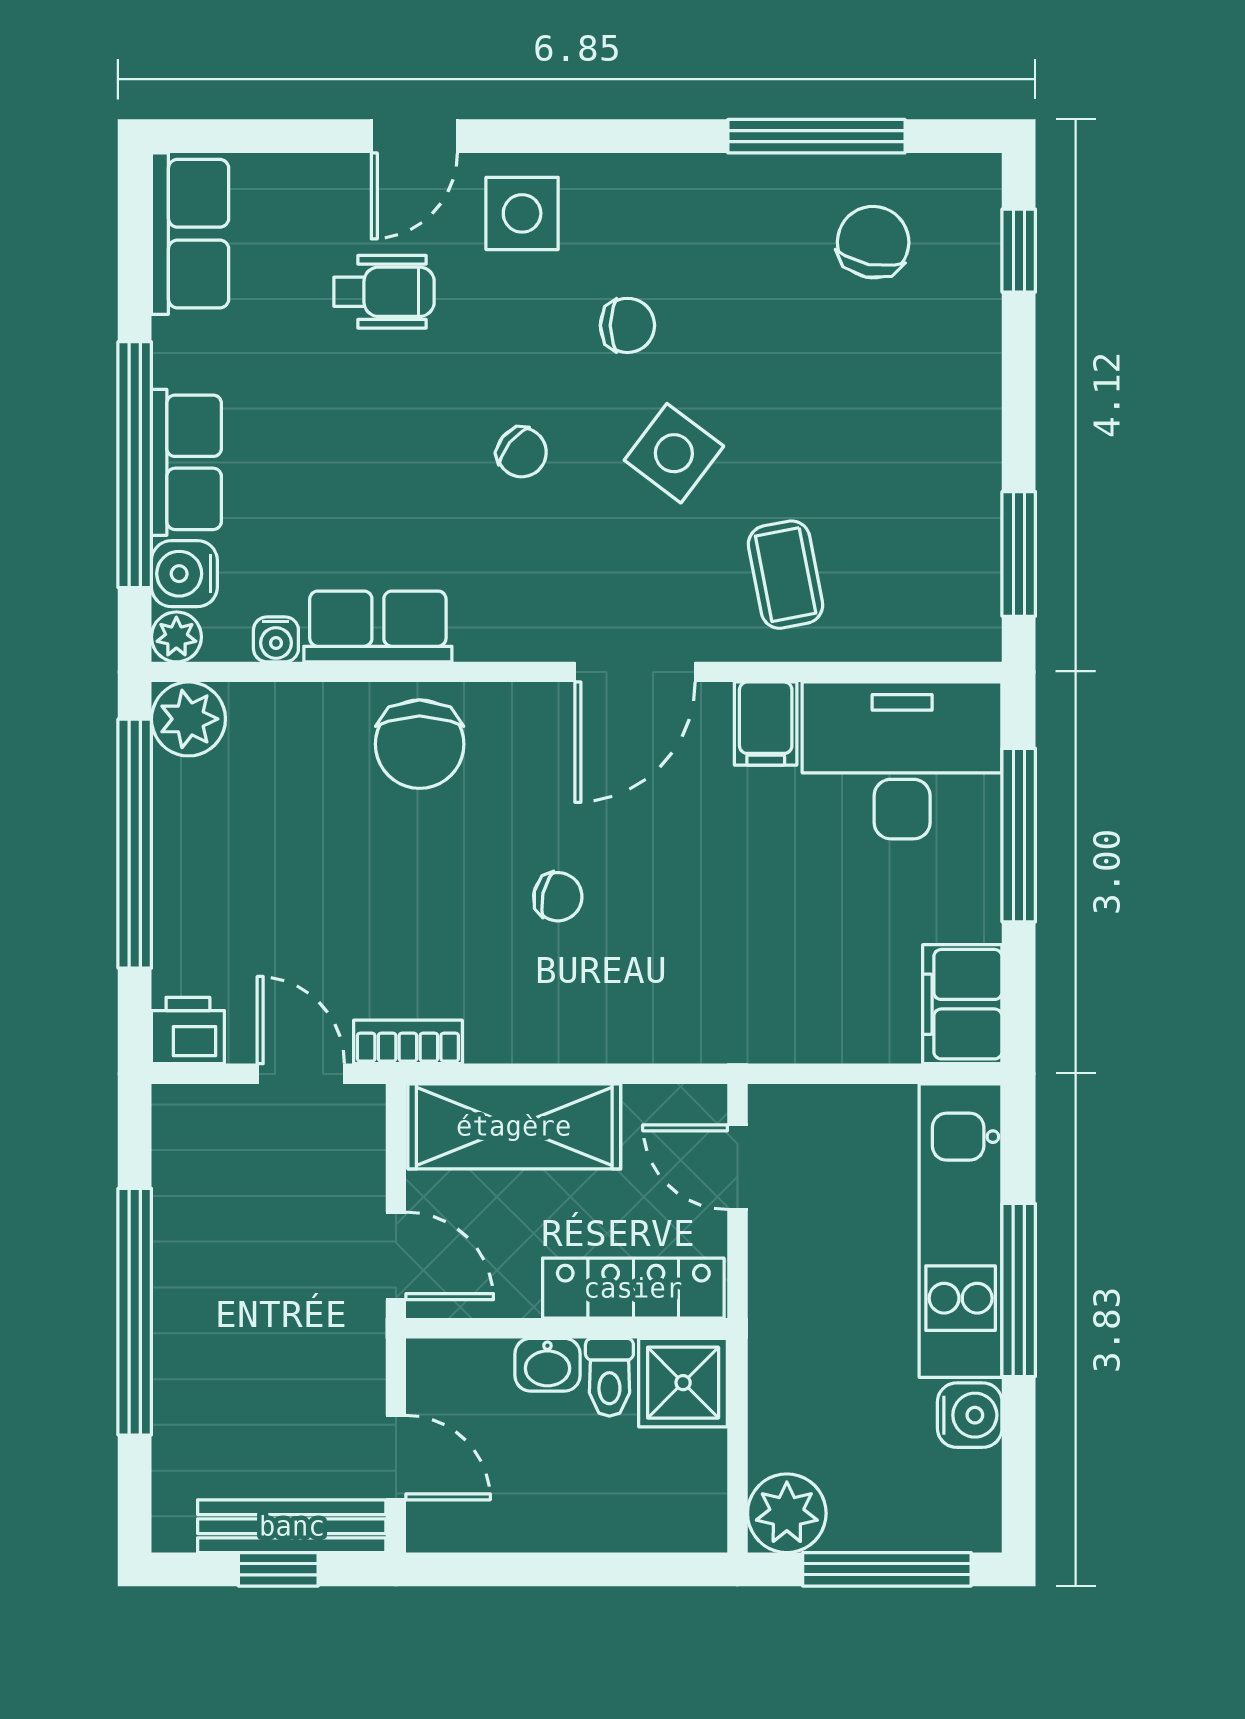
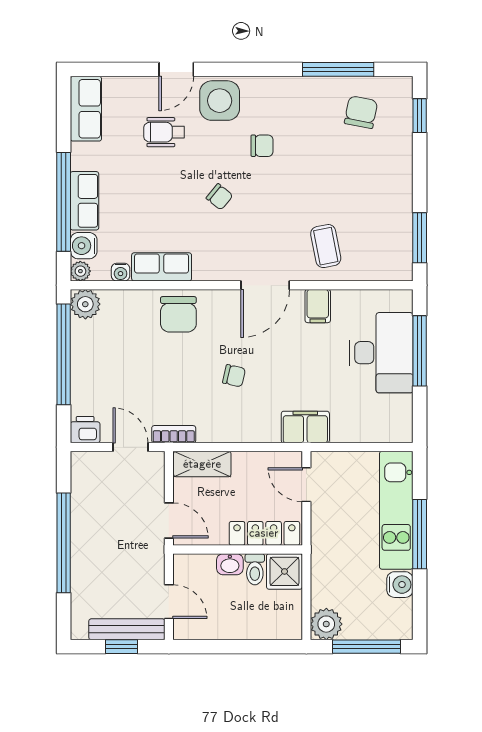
side table: (522, 213) -> (220, 101), width x1.37, depth x1.37
wheelchair: (384, 292) -> (164, 132), turned 180
side table: (674, 453) -> (281, 197), removed
desk: (902, 760) -> (381, 353), moved, turned 90
filing cabinet: (962, 1004) -> (305, 427), moved, turned 90
shelving: (514, 1126) -> (202, 464), width x0.67, depth x0.75

